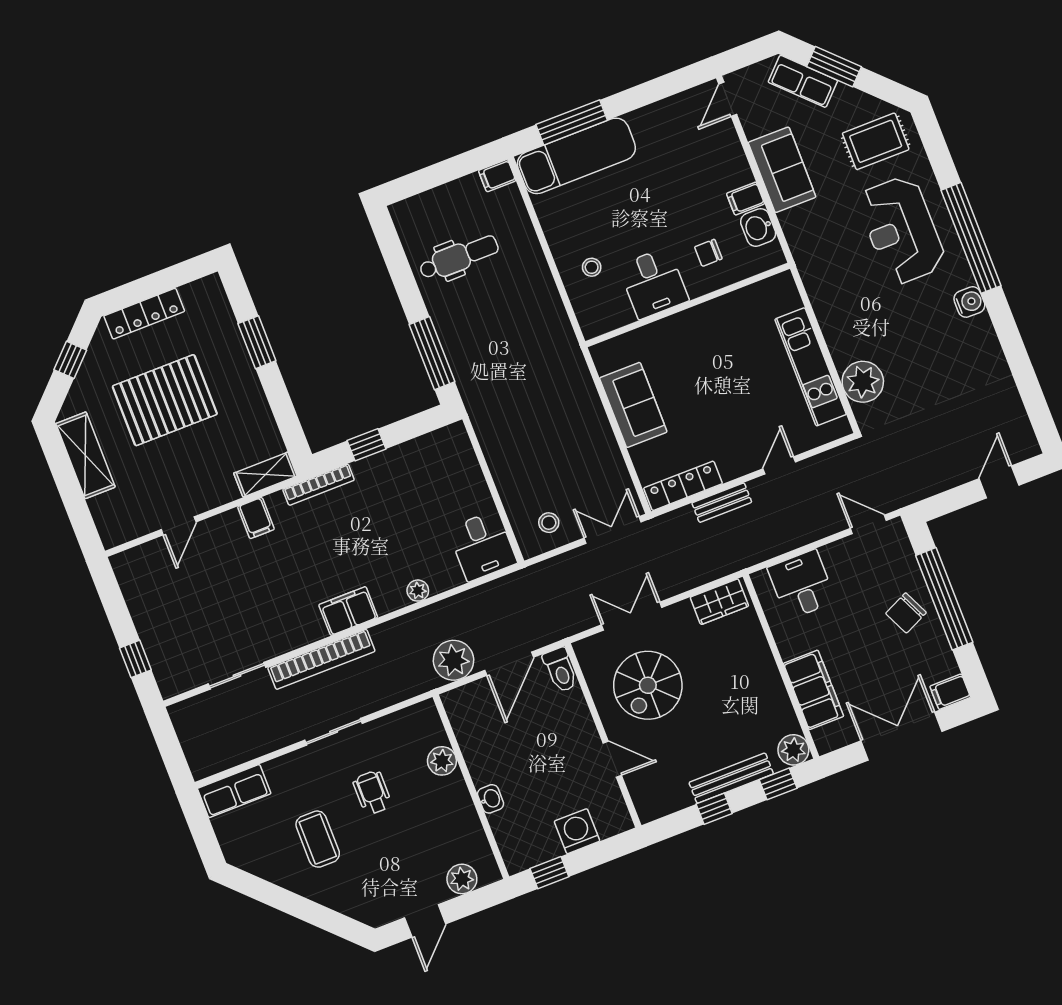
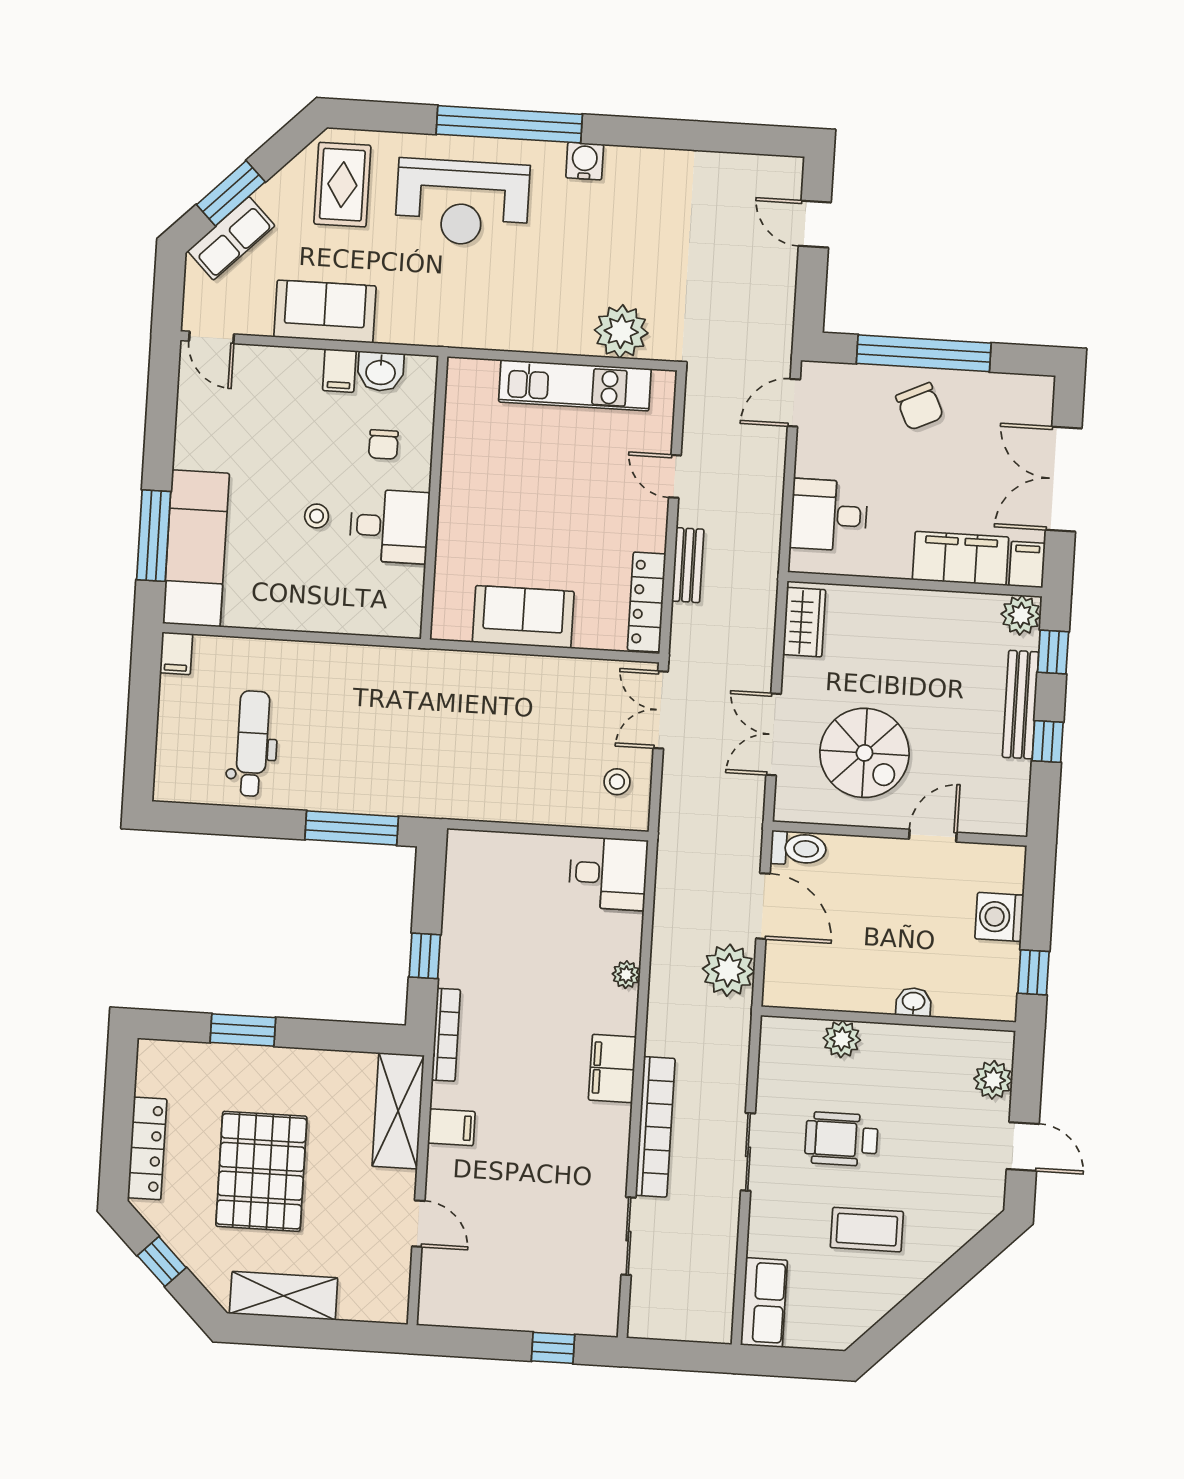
stool: (592, 267) -> (317, 516), moved
shelving: (265, 475) -> (398, 1111), width x1.50, depth x1.33
filing cabinet: (950, 692) -> (1027, 564), moved, turned 180
wheelchair: (372, 793) -> (841, 1139), width x1.36, depth x1.37

